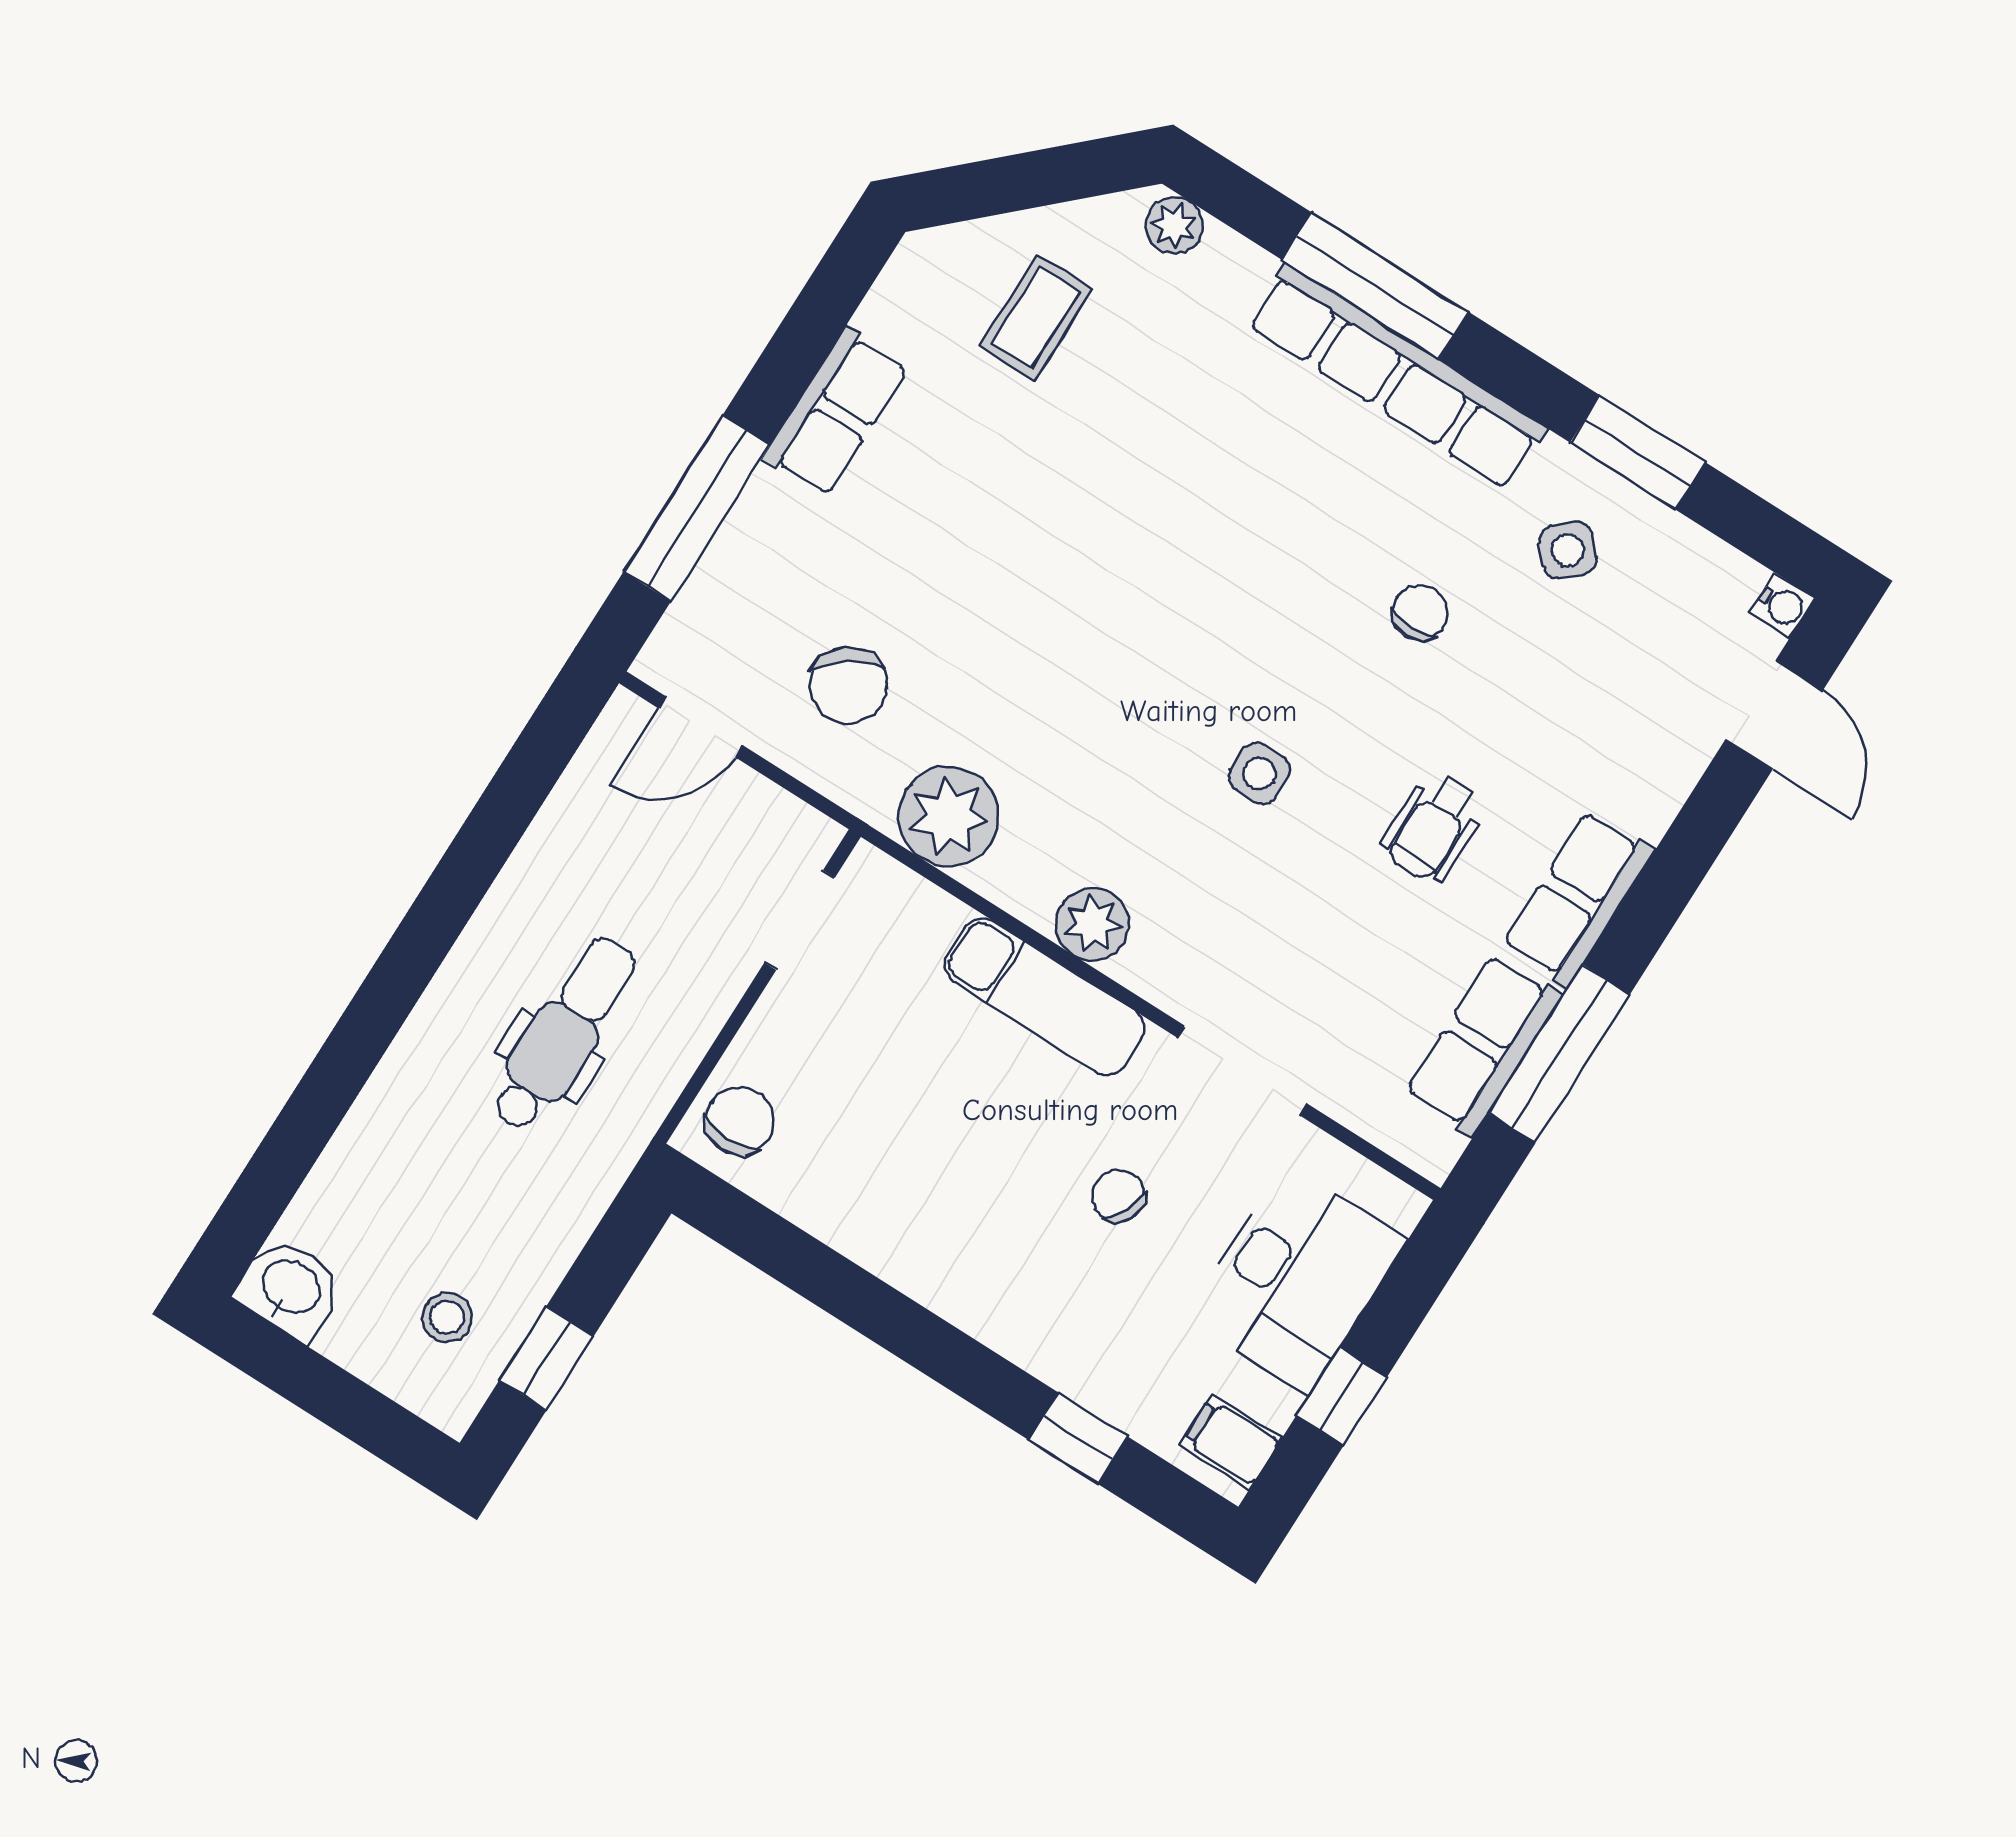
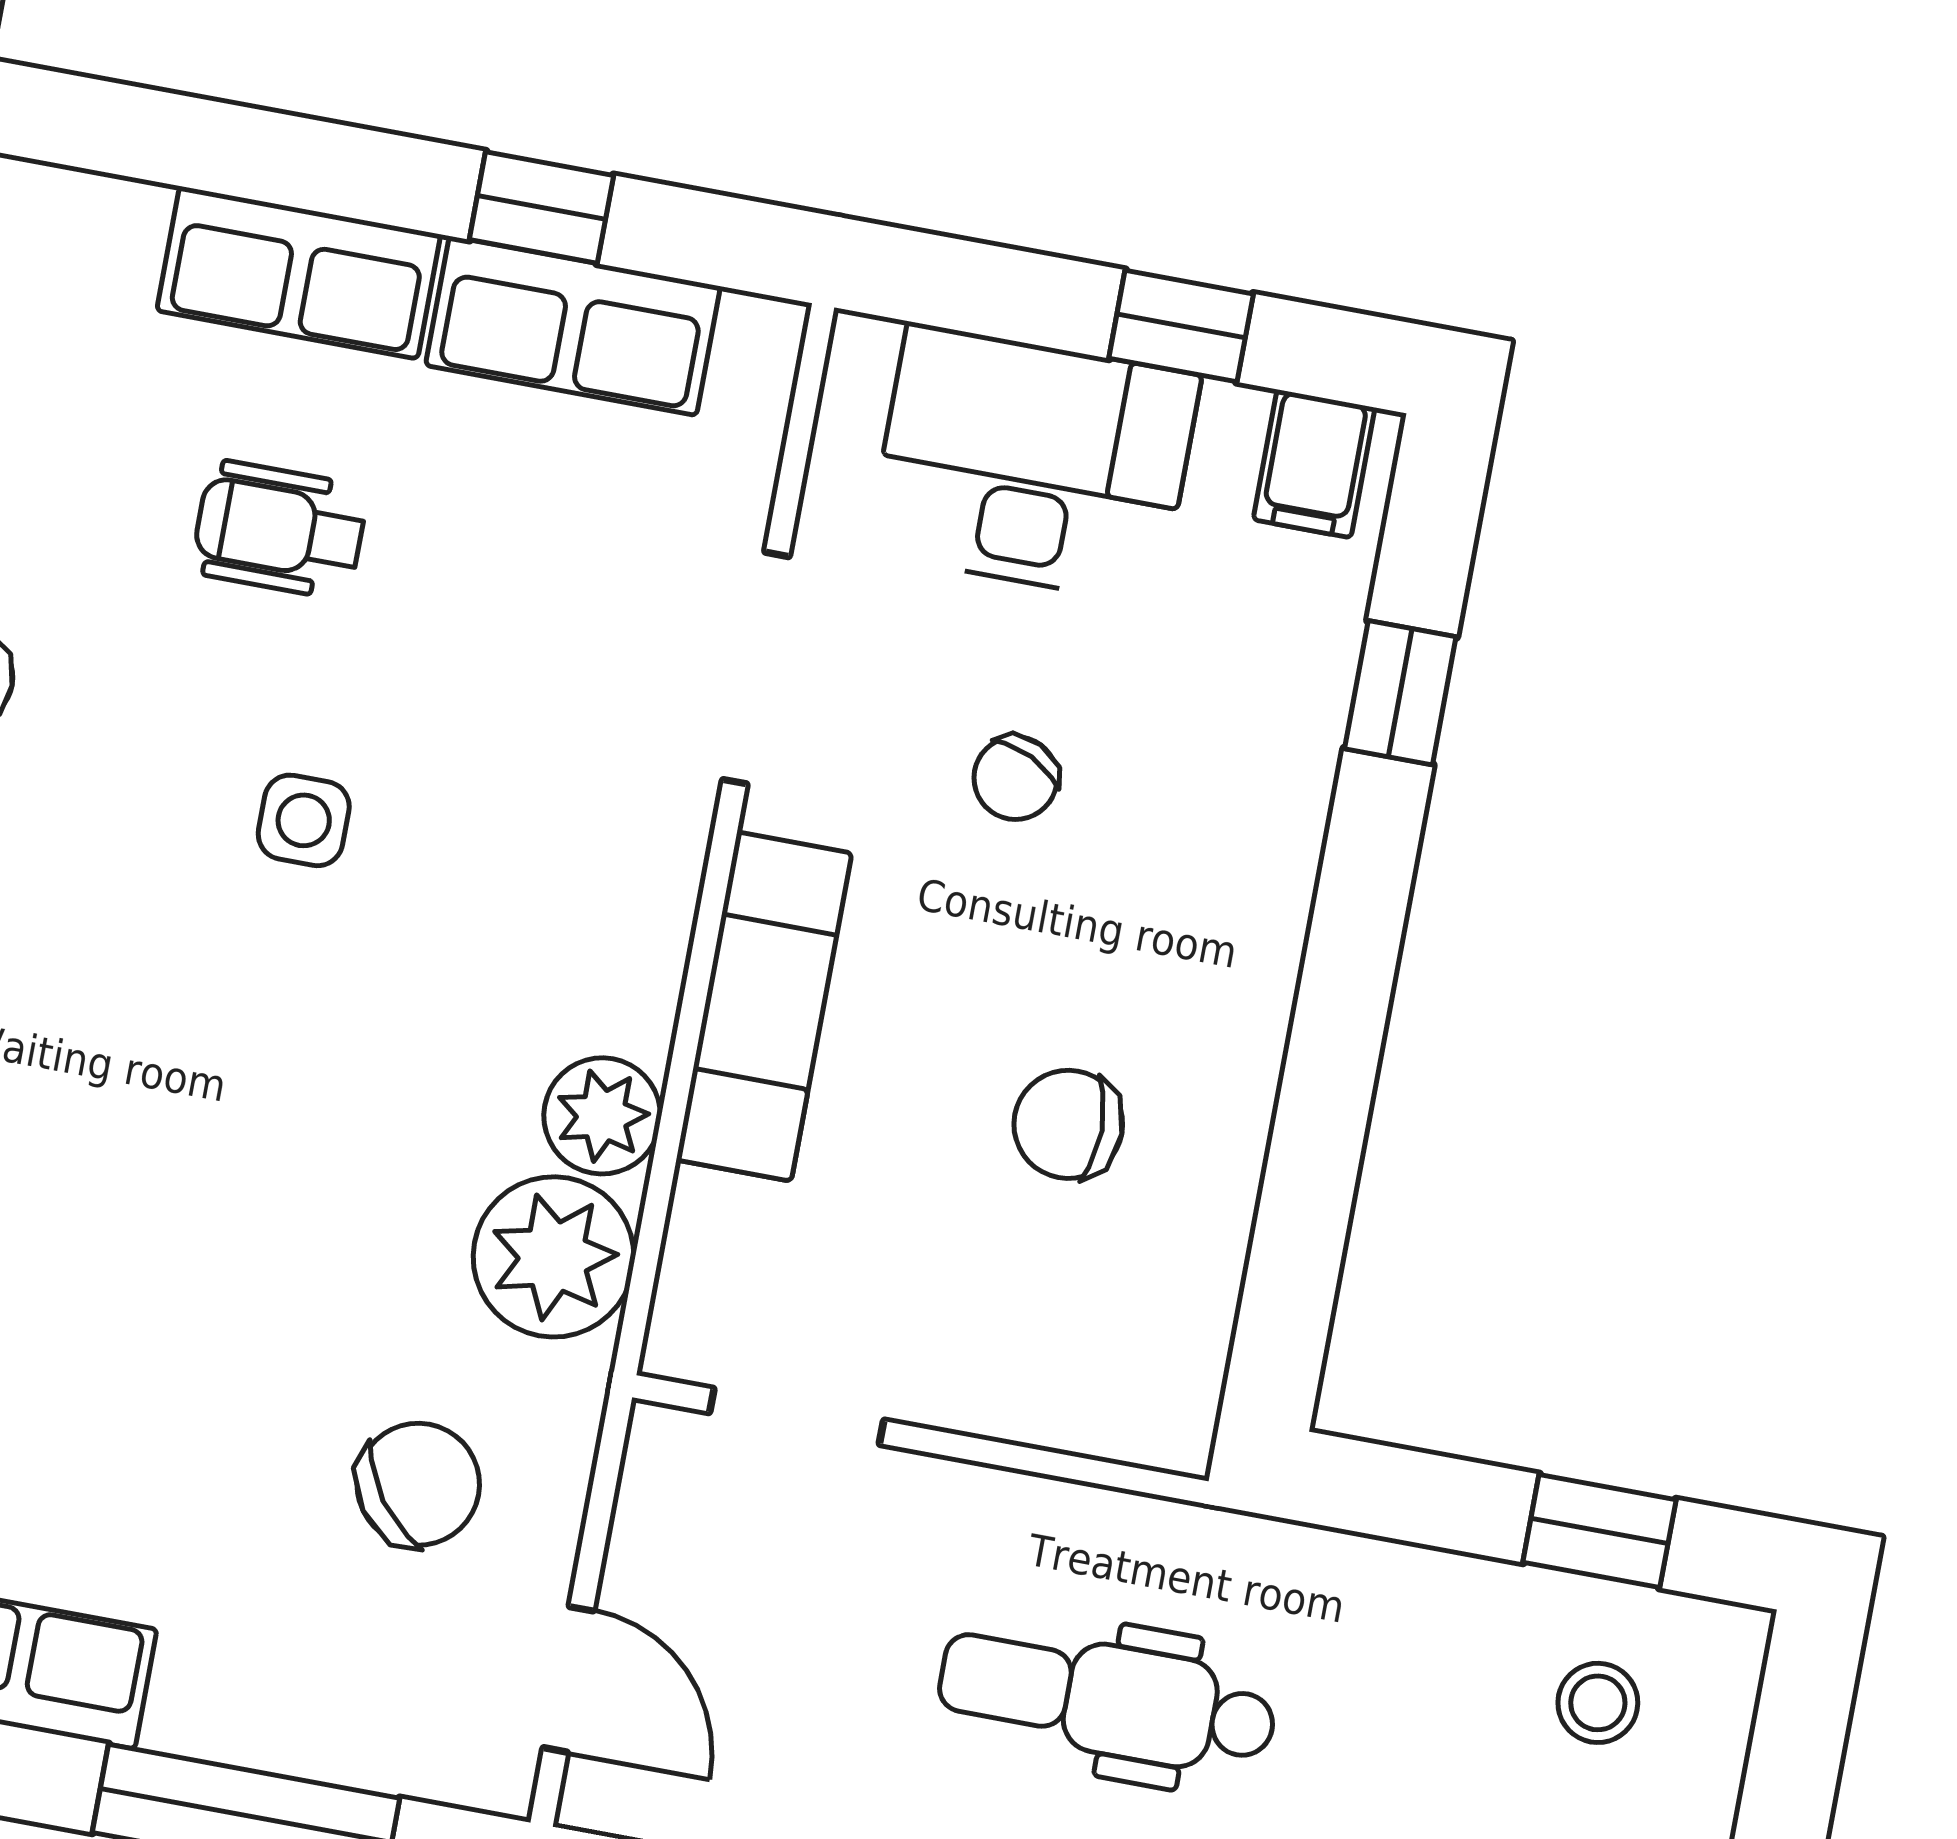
wheelchair: (1434, 827) -> (280, 530), turned 180
plant: (1093, 924) -> (602, 1116), moved
window: (1559, 1054) -> (541, 208), width x0.46
chair: (740, 1121) -> (1068, 1124), moved

